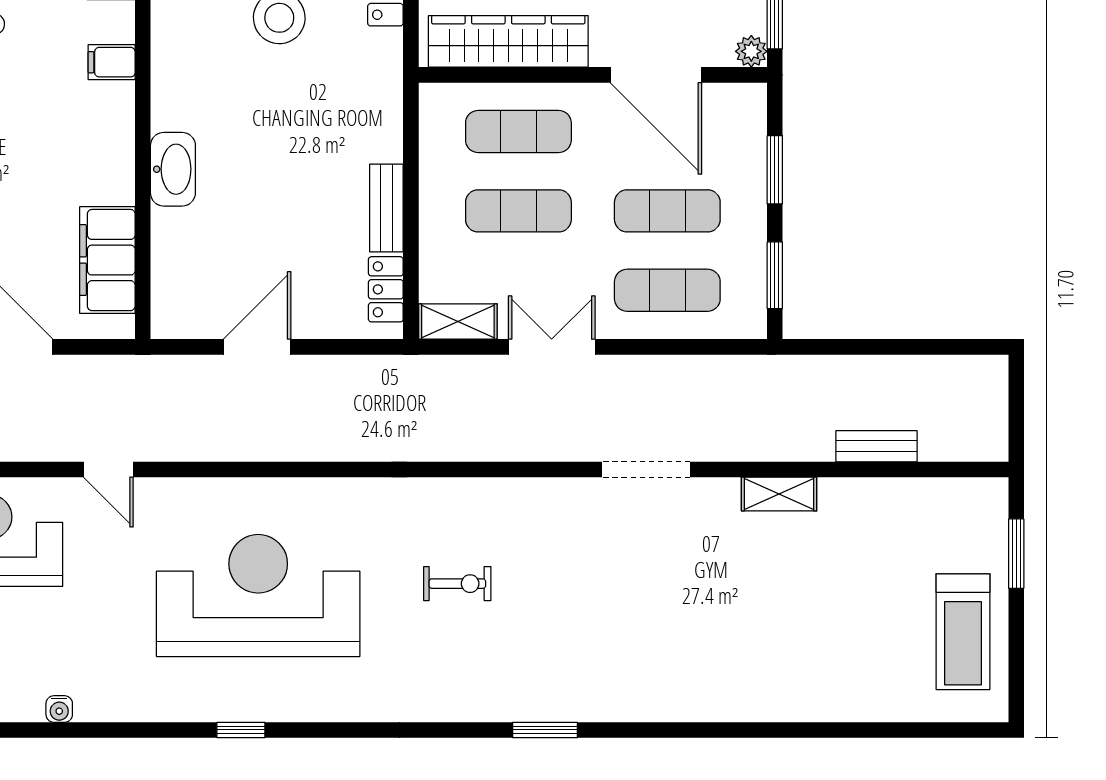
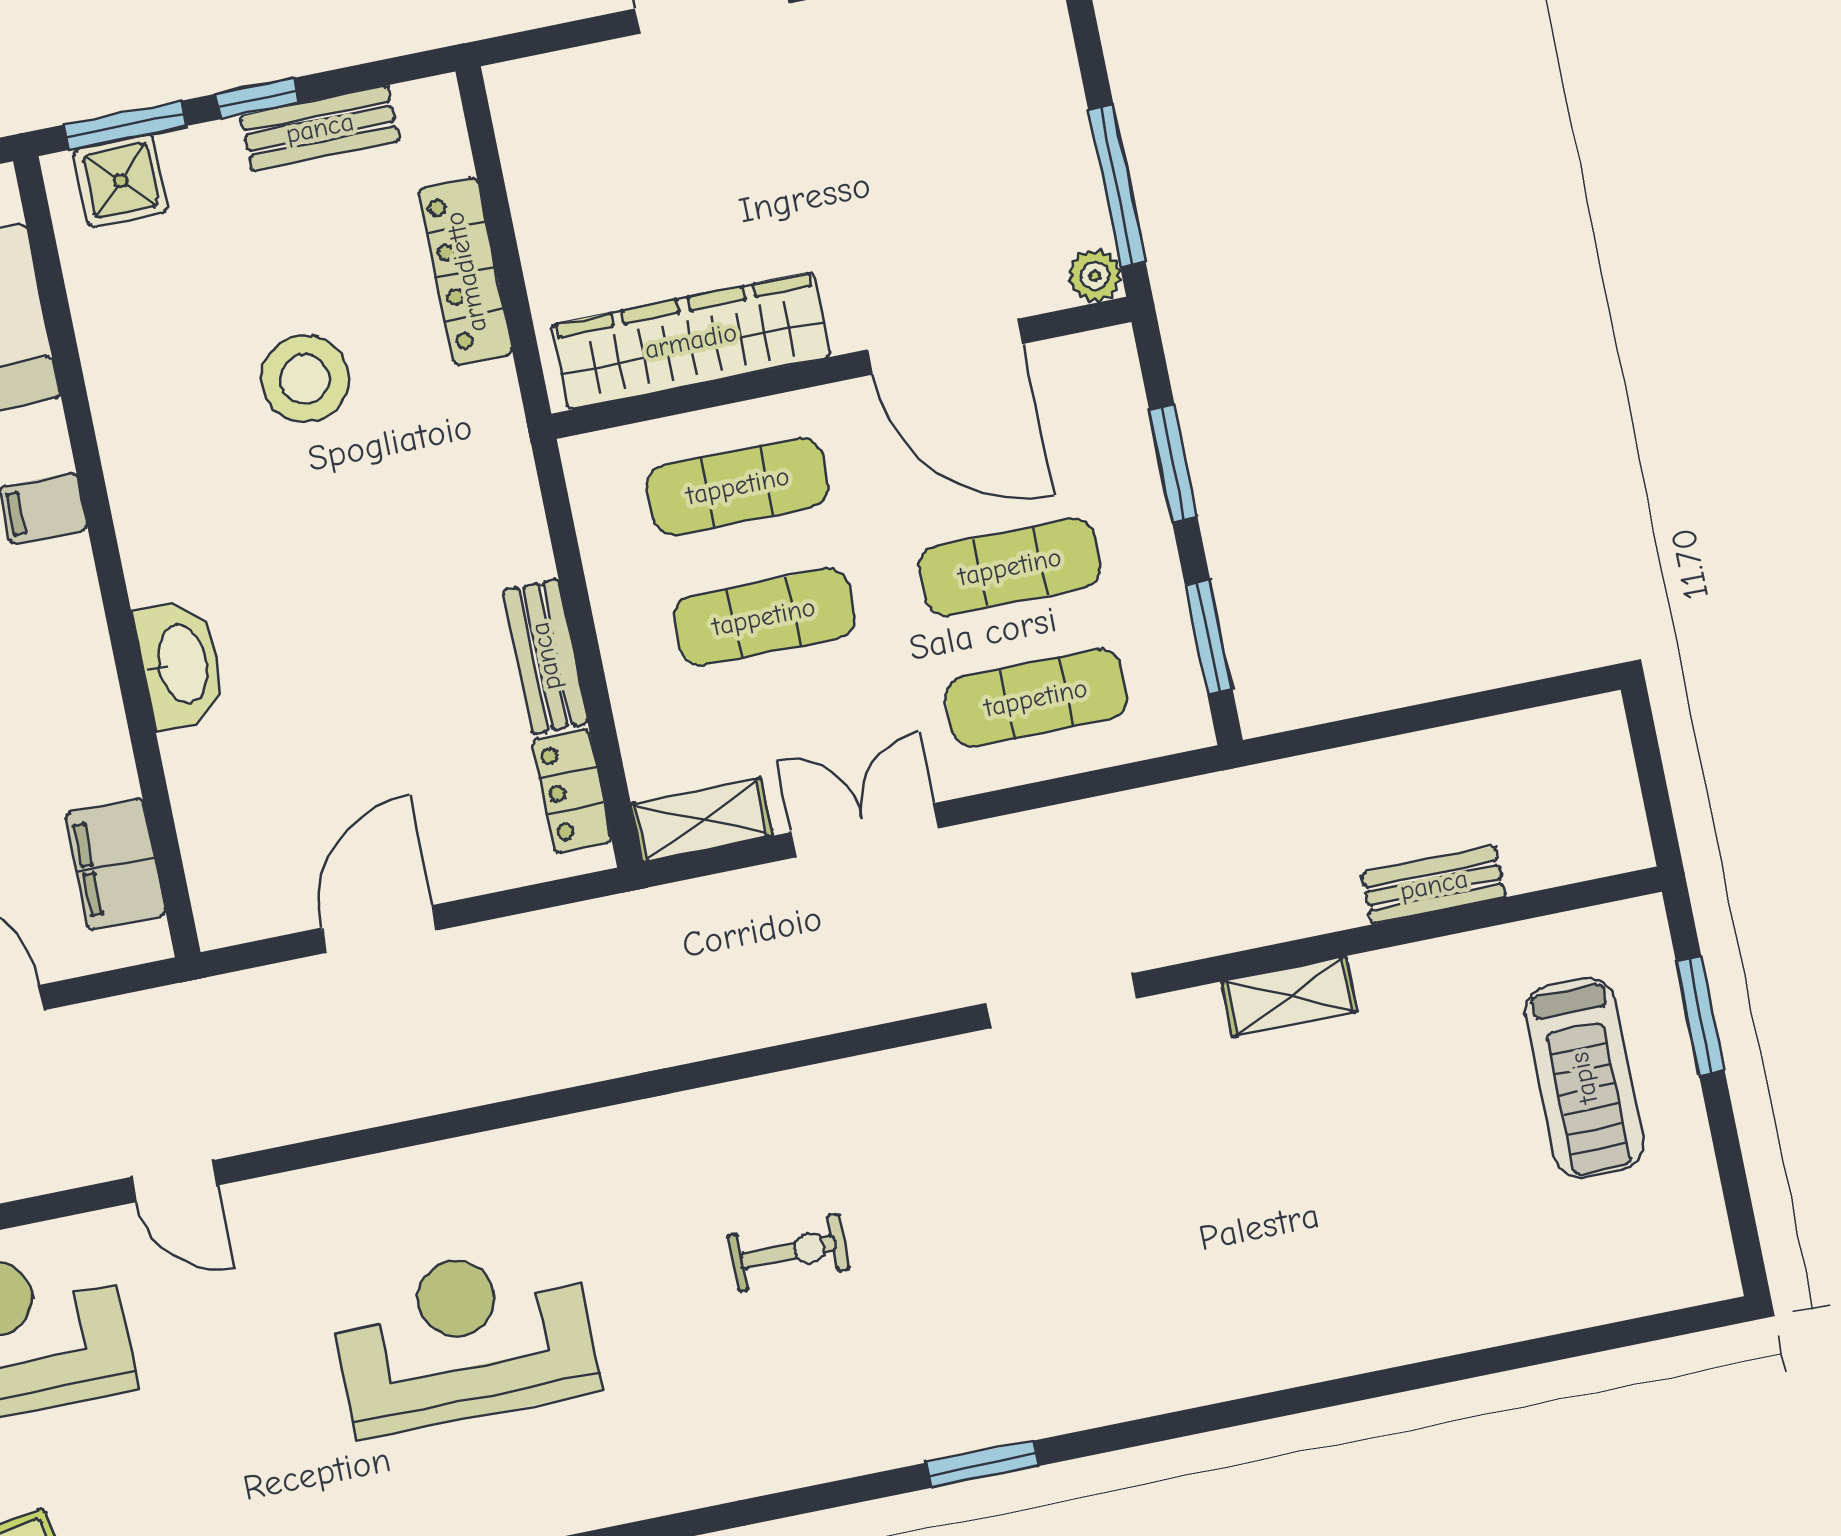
filing cabinet: (107, 260) -> (115, 864), width x0.67, depth x0.86
reception desk: (258, 596) -> (464, 1339), width x0.74, depth x0.77
treadmill: (963, 632) -> (1584, 1078), moved

